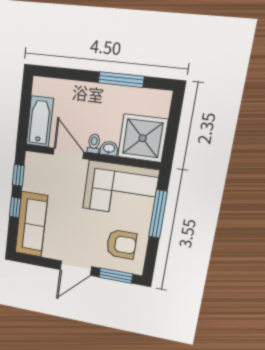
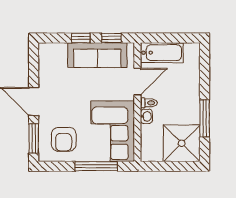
shower: (143, 138) -> (182, 143), moved
sofa: (31, 224) -> (97, 55), moved

